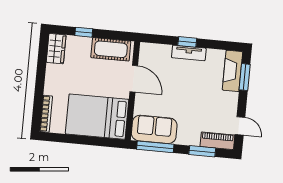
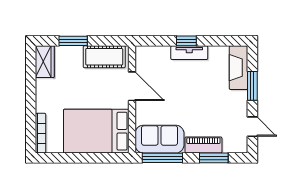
window: (84, 32) -> (73, 41), width x1.50
window: (245, 77) -> (252, 86), moved
piano: (217, 141) -> (203, 145), moved

